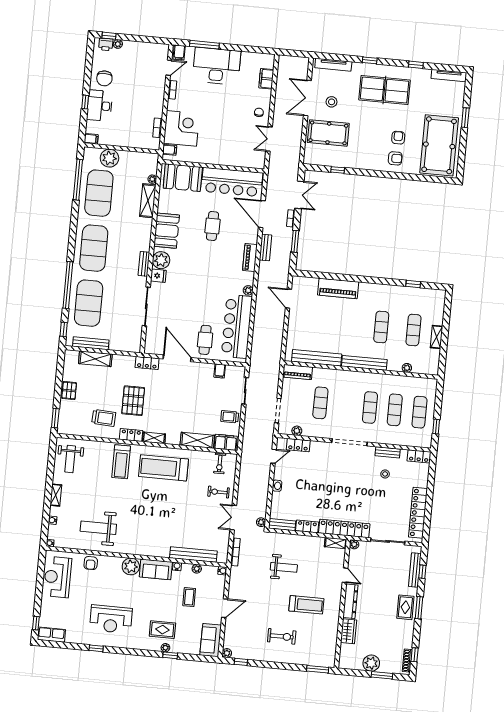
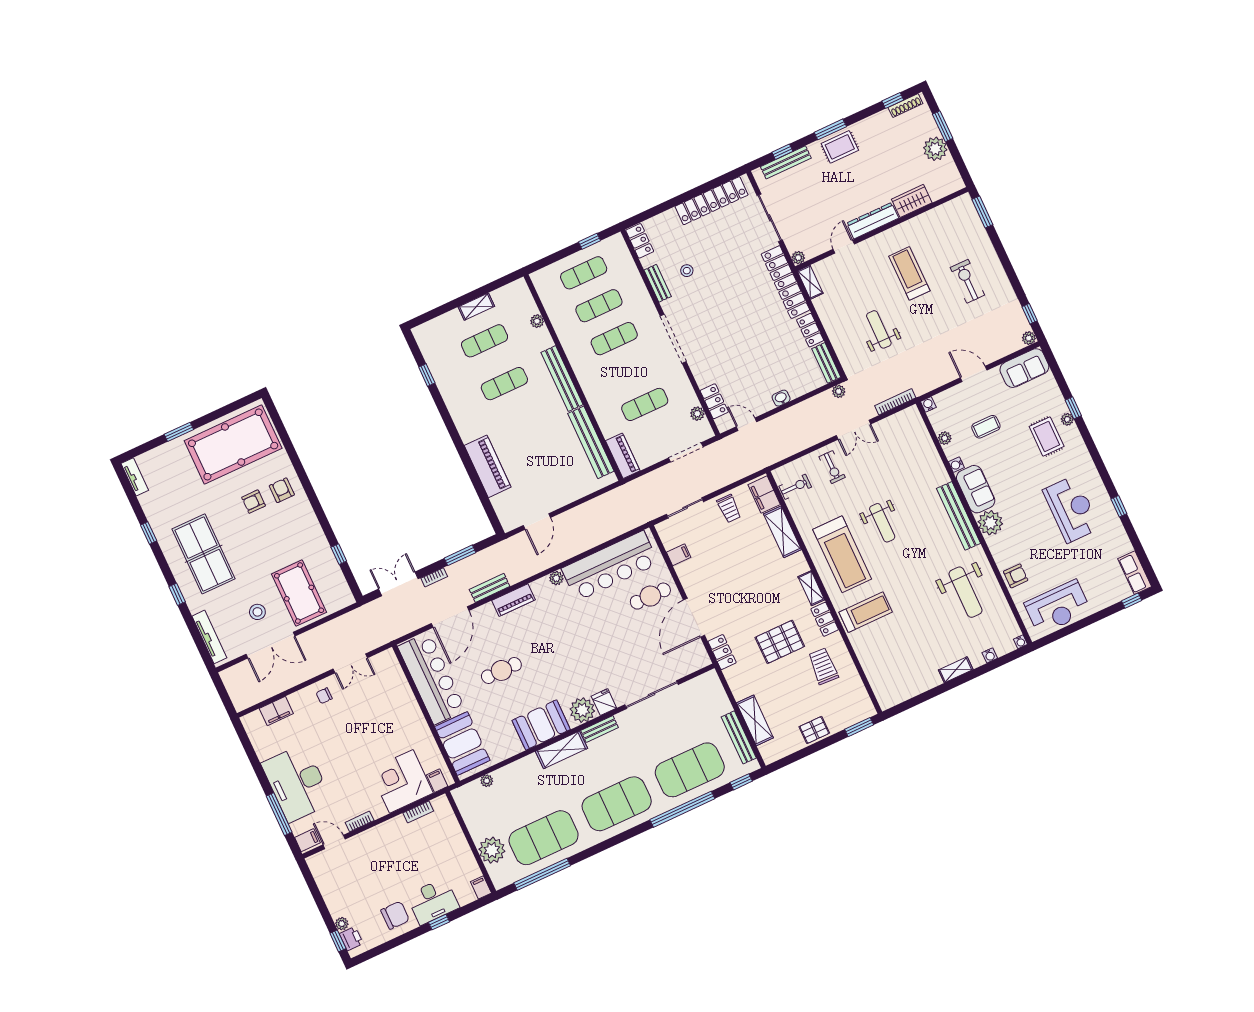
tv unit: (449, 75) -> (135, 477), width x0.71
shelving: (148, 201) -> (561, 750), moved
weight bench: (70, 459) -> (882, 523), moved, turned 90
bench: (193, 554) -> (959, 516), moved

